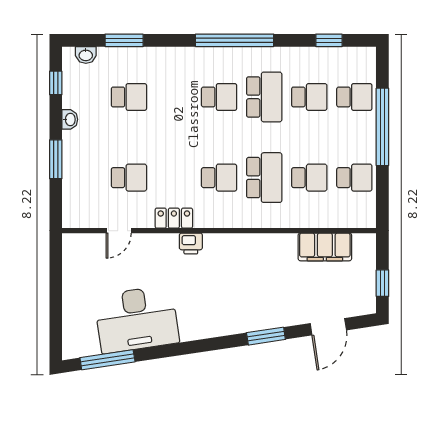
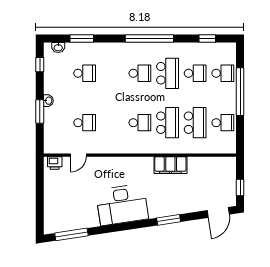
washbasin: (70, 119) -> (48, 101), moved
school desk: (309, 178) -> (195, 123), width x1.85
locker: (174, 218) -> (112, 148), removed
printer: (191, 243) -> (55, 163), moved
filing cabinet: (325, 247) -> (170, 165), moved
desk: (137, 319) -> (122, 205), moved
door: (328, 327) -> (218, 212), moved

